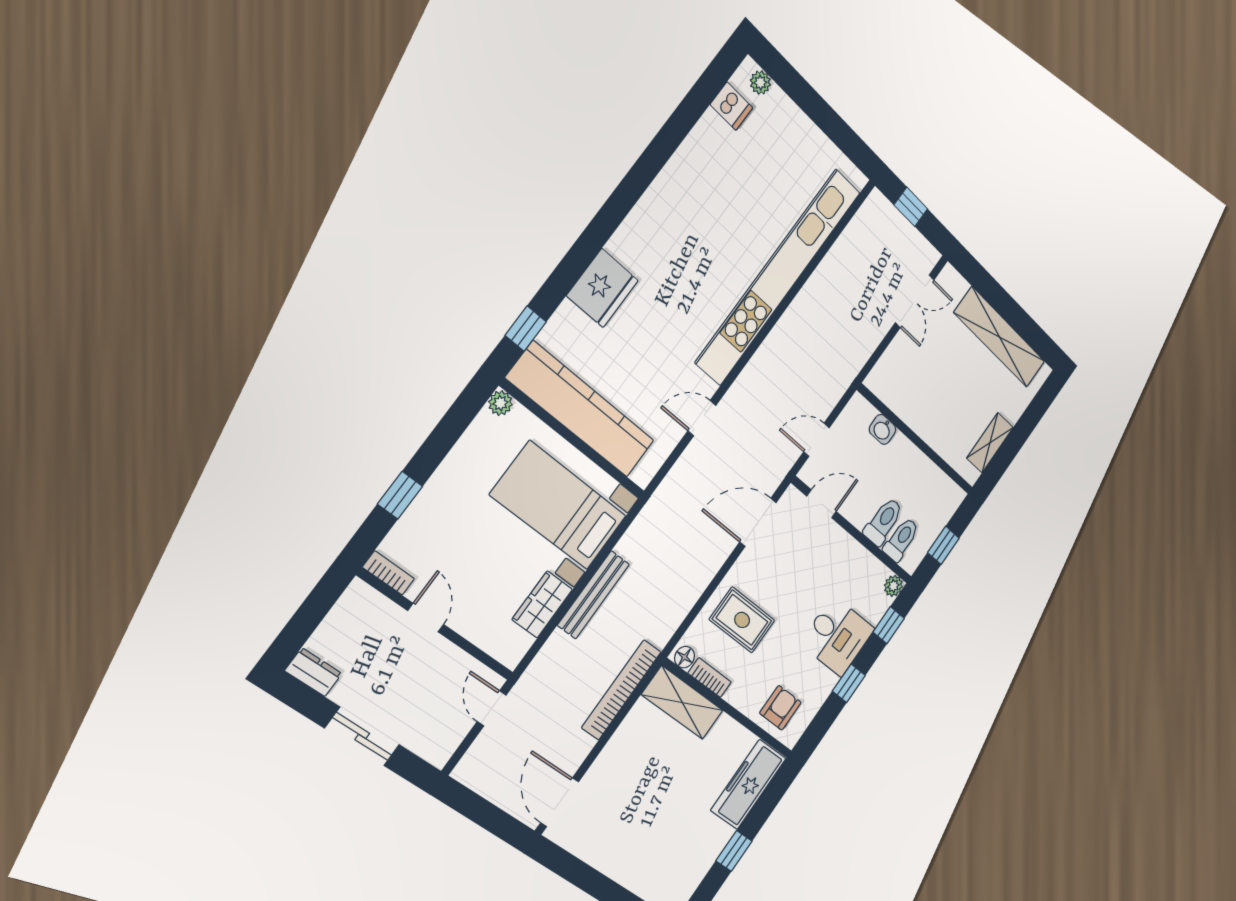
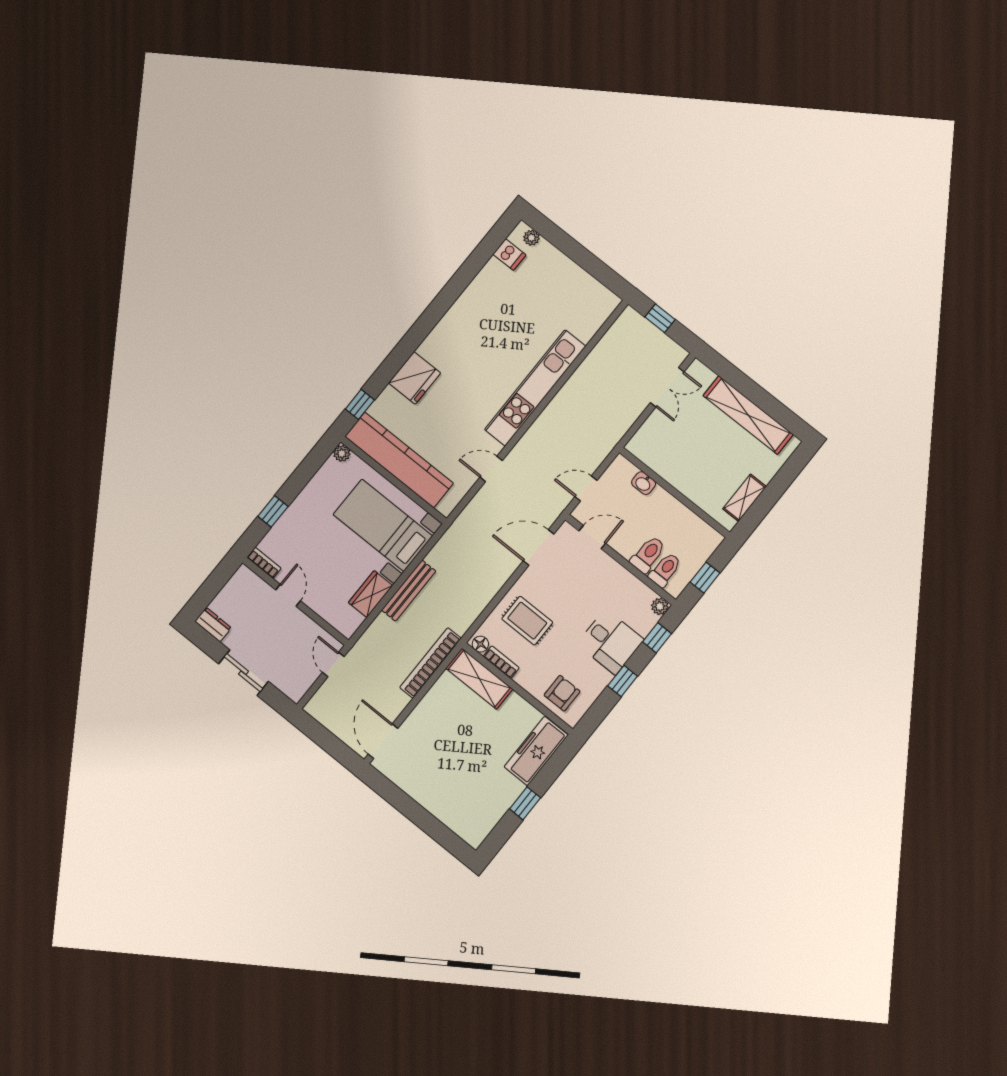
kitchen unit: (778, 277) -> (535, 388), width x0.73

